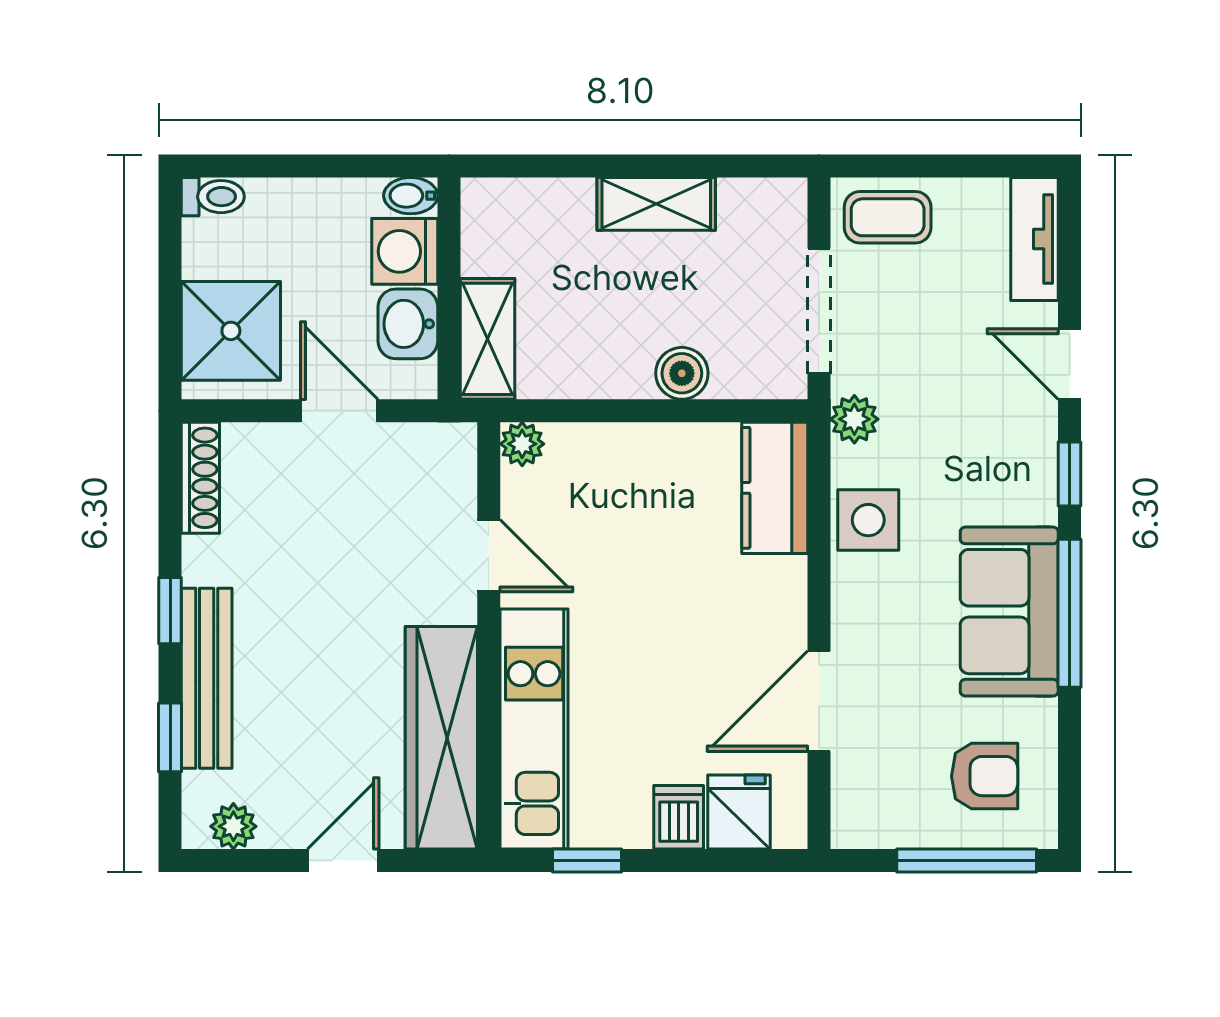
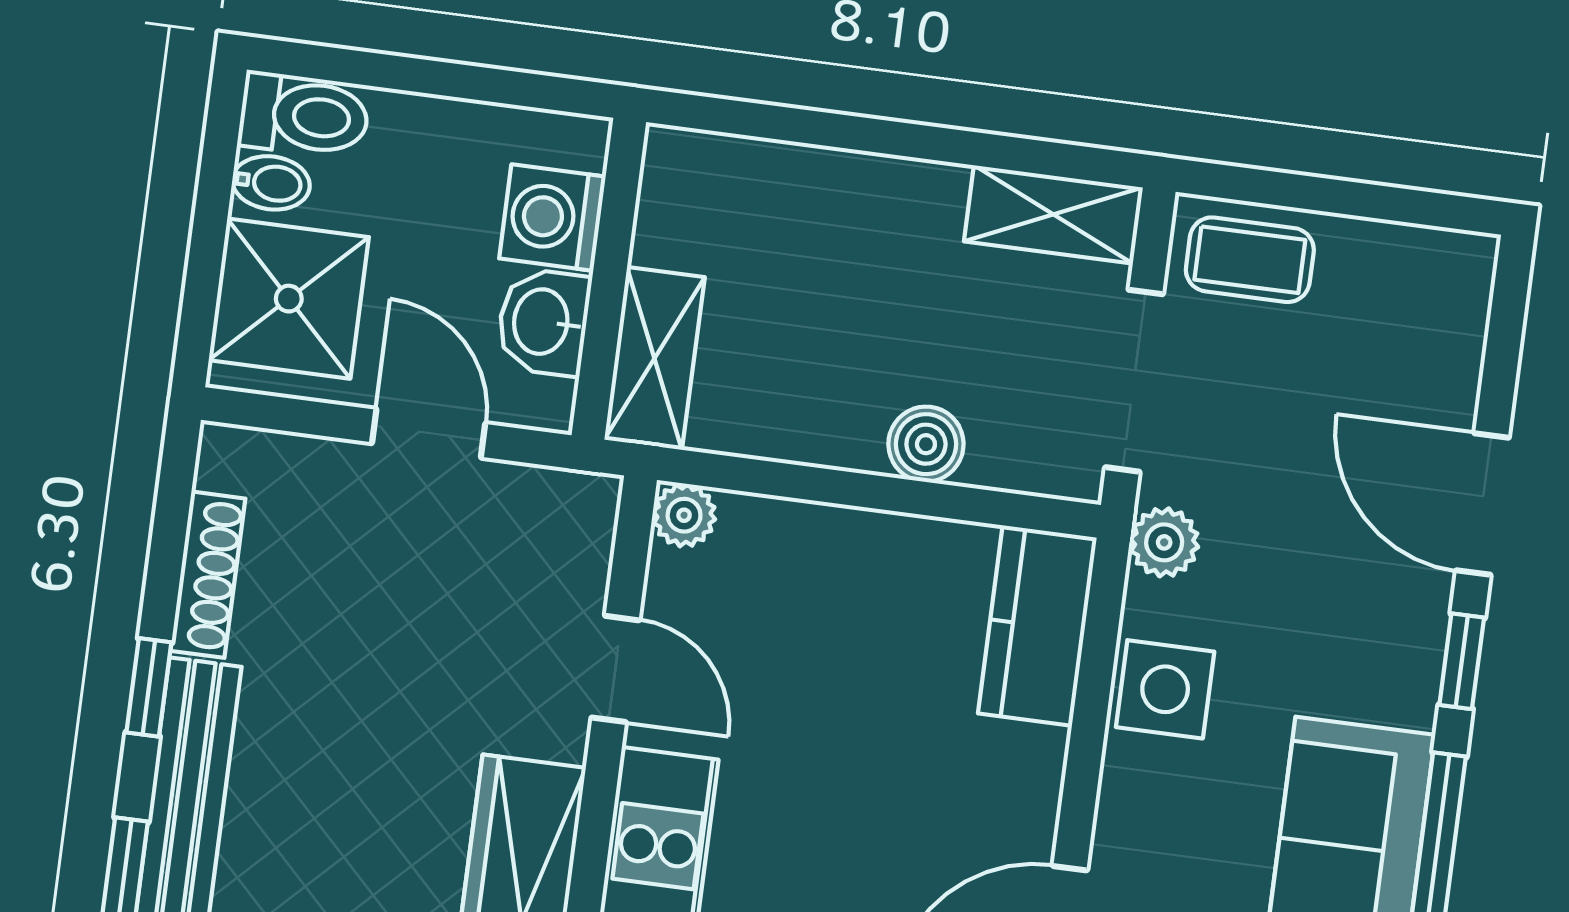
bidet: (411, 196) -> (271, 183), moved, turned 180
toilet: (213, 197) -> (304, 115), width x1.37, depth x1.39
shelving: (656, 204) -> (1053, 214), moved
tv unit: (1035, 239) -> (1456, 318), removed
door: (1070, 364) -> (1482, 504), width x1.38
shoe rack: (200, 478) -> (208, 575), moved

